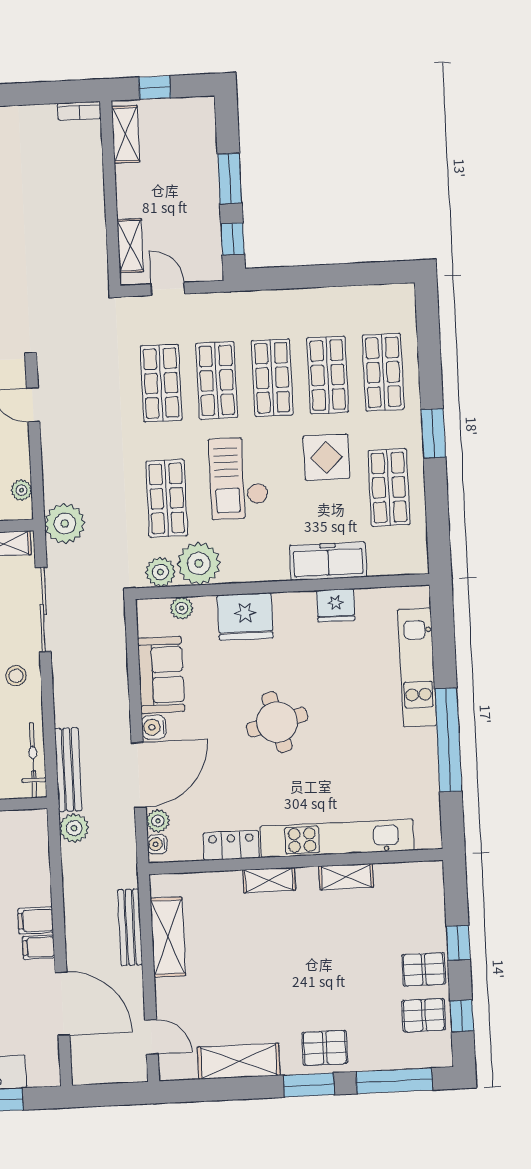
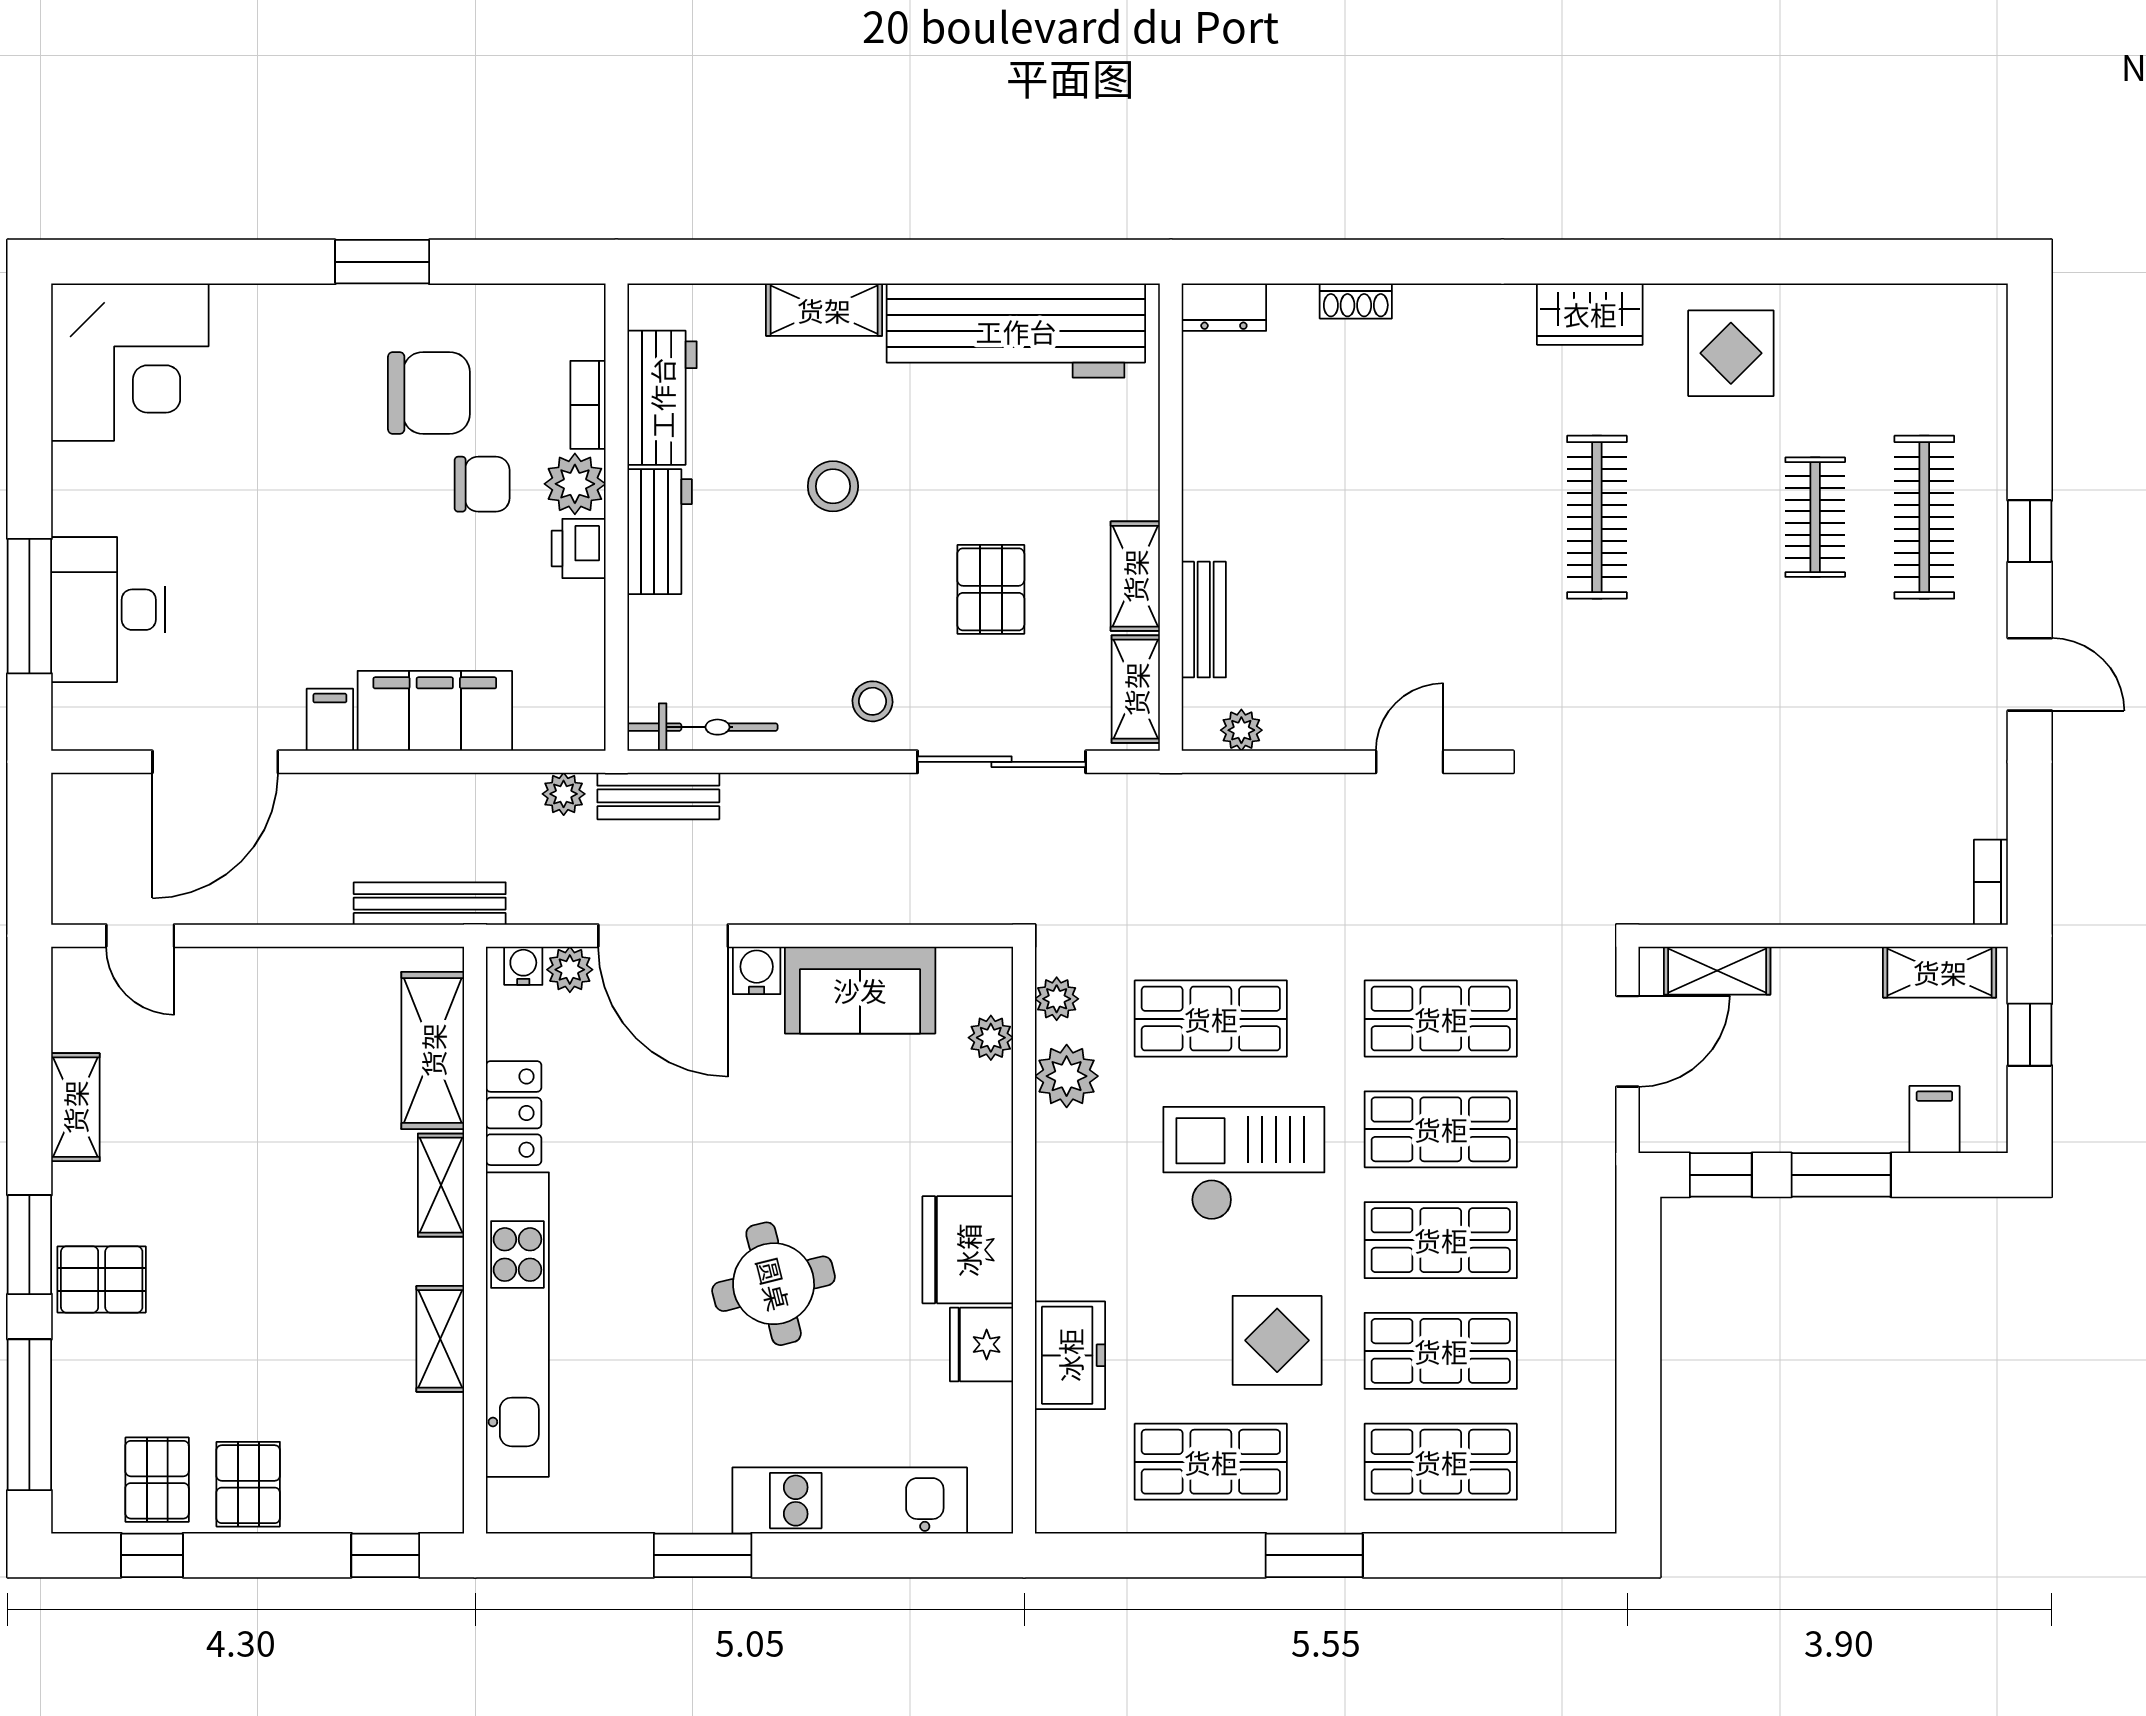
filing cabinet: (200, 133) -> (1934, 1120), added
door: (168, 289) -> (1627, 1041), width x1.37
plant: (65, 524) -> (1171, 813), removed
freezer: (328, 561) -> (1070, 1355), width x0.71
plant: (199, 563) -> (1067, 1076), width x0.73, depth x0.73
plant: (160, 572) -> (1057, 999), width x0.73, depth x0.73
fridge: (245, 617) -> (968, 1250), moved
round table: (277, 722) -> (774, 1284), moved
window: (448, 740) -> (703, 1555), width x0.47
bench: (68, 770) -> (658, 796), width x0.73
plant: (74, 828) -> (564, 794), width x0.73, depth x0.73
filing cabinet: (36, 921) -> (435, 711), width x3.00, depth x1.17
bench: (130, 927) -> (430, 904), moved
shelving: (168, 937) -> (433, 1050), moved, turned 90
window: (458, 943) -> (385, 1555), moved
door: (151, 1037) -> (140, 936), hinge flipped
pallet: (325, 1048) -> (102, 1279), turned 90
shelving: (239, 1061) -> (75, 1107), width x0.67, depth x0.75

